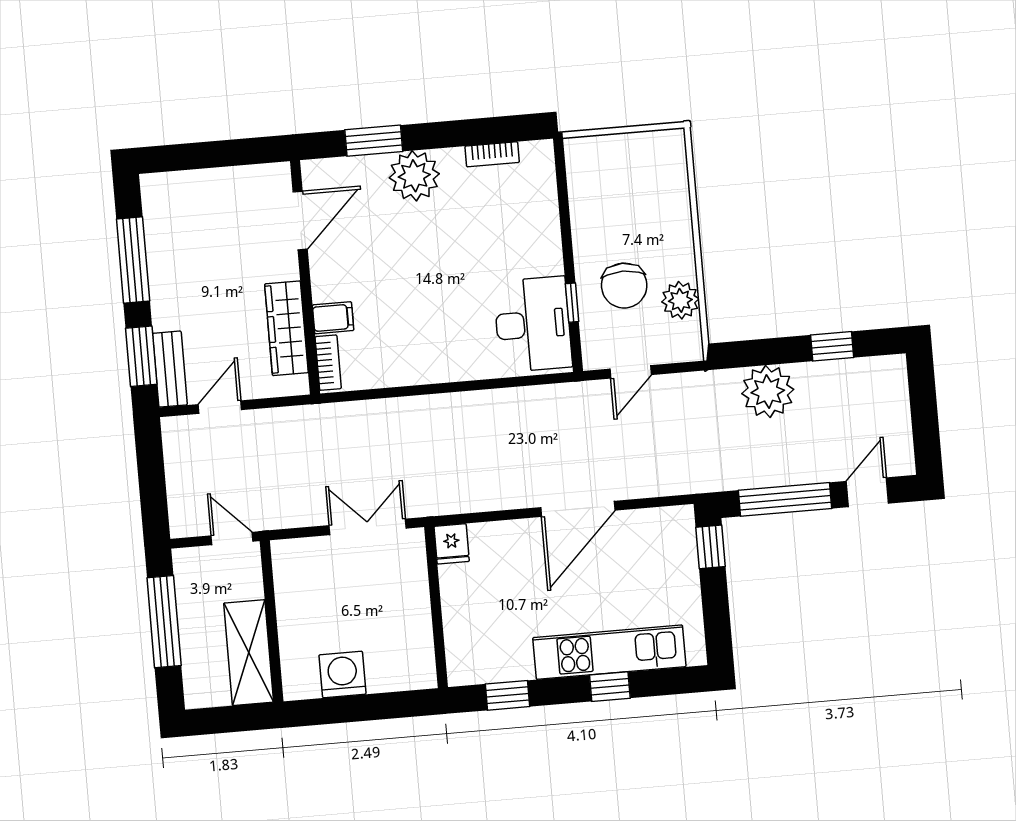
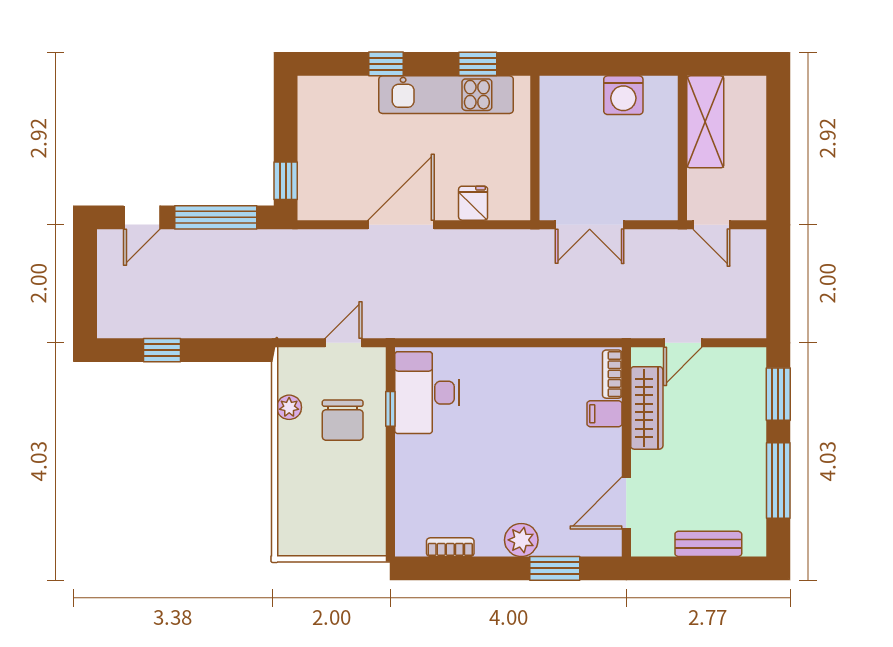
plant: (414, 176) -> (521, 540), width x0.73, depth x0.73
chair: (624, 286) -> (343, 420), turned 180
plant: (680, 300) -> (289, 407), width x0.73, depth x0.73
bench: (170, 369) -> (708, 544), moved, turned 90
plant: (768, 392) -> (223, 315), removed
door: (220, 407) -> (683, 343), moved
fridge: (452, 544) -> (473, 203), moved
window: (164, 622) -> (778, 156), removed
kitchen unit: (609, 652) -> (446, 95), moved

